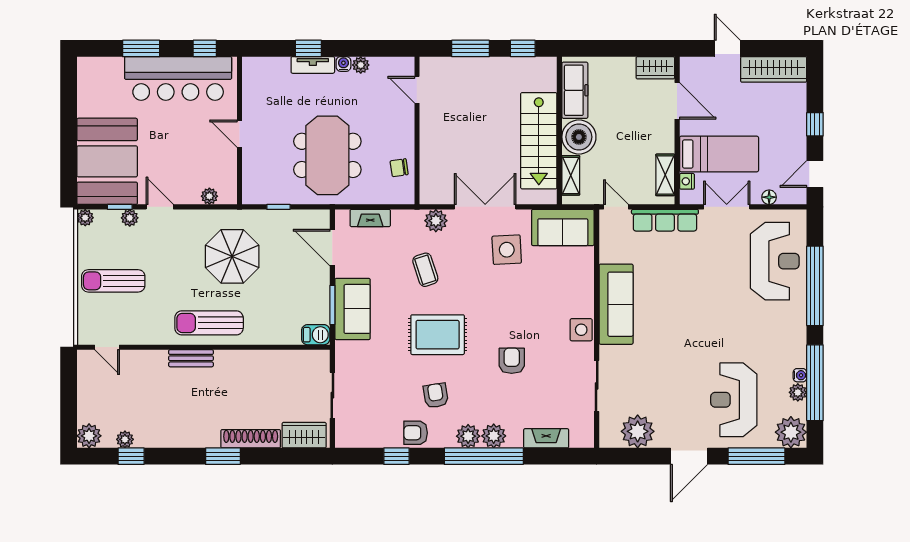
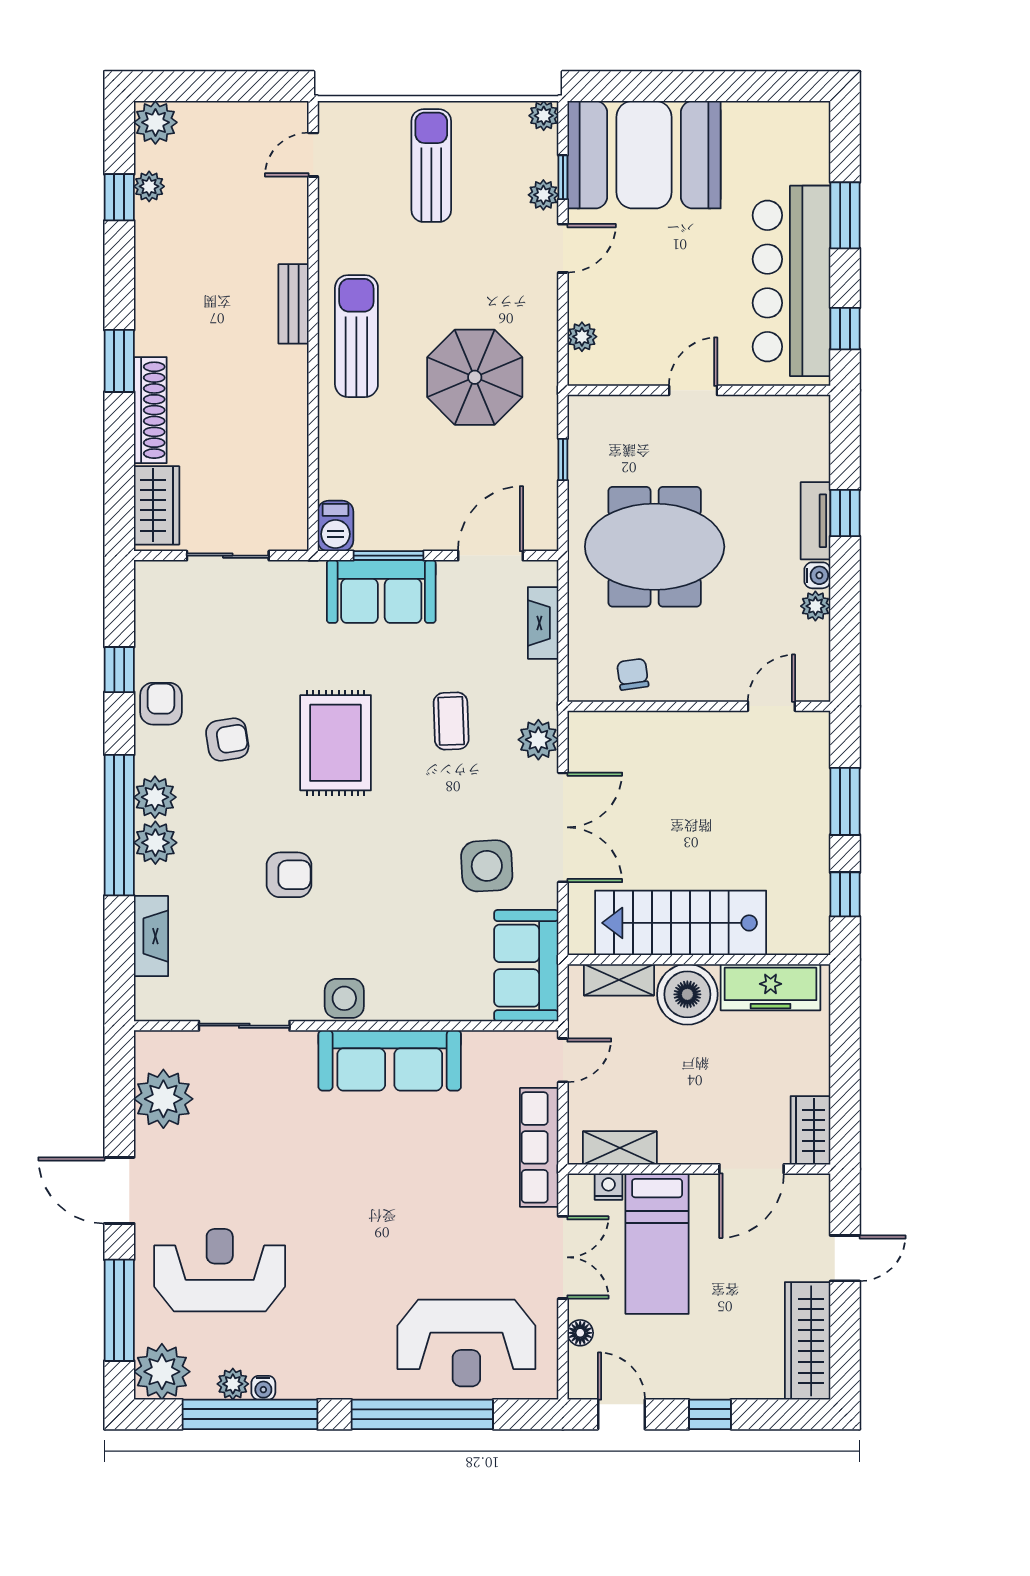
coffee table: (425, 270) -> (451, 721), turned -74

